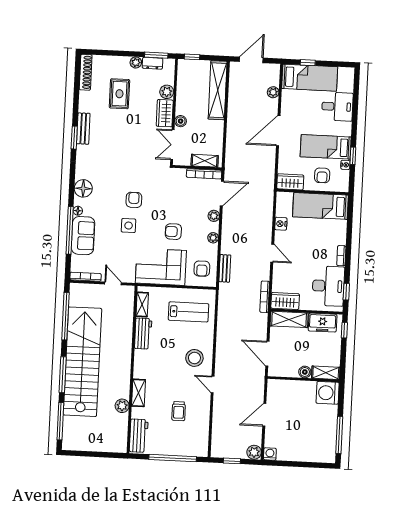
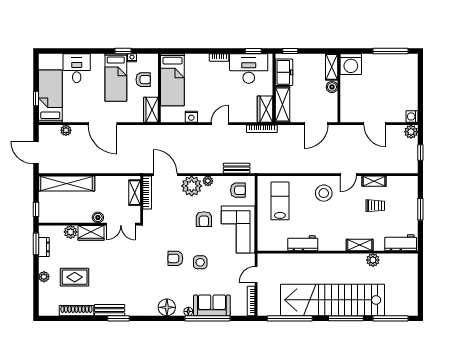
plant: (136, 62) -> (44, 277), moved
shoe rack: (86, 72) -> (76, 311), moved
plant: (214, 216) -> (192, 186), width x1.87, depth x1.87
shelving: (142, 305) -> (374, 181), moved
window: (173, 458) -> (420, 209), width x0.47

